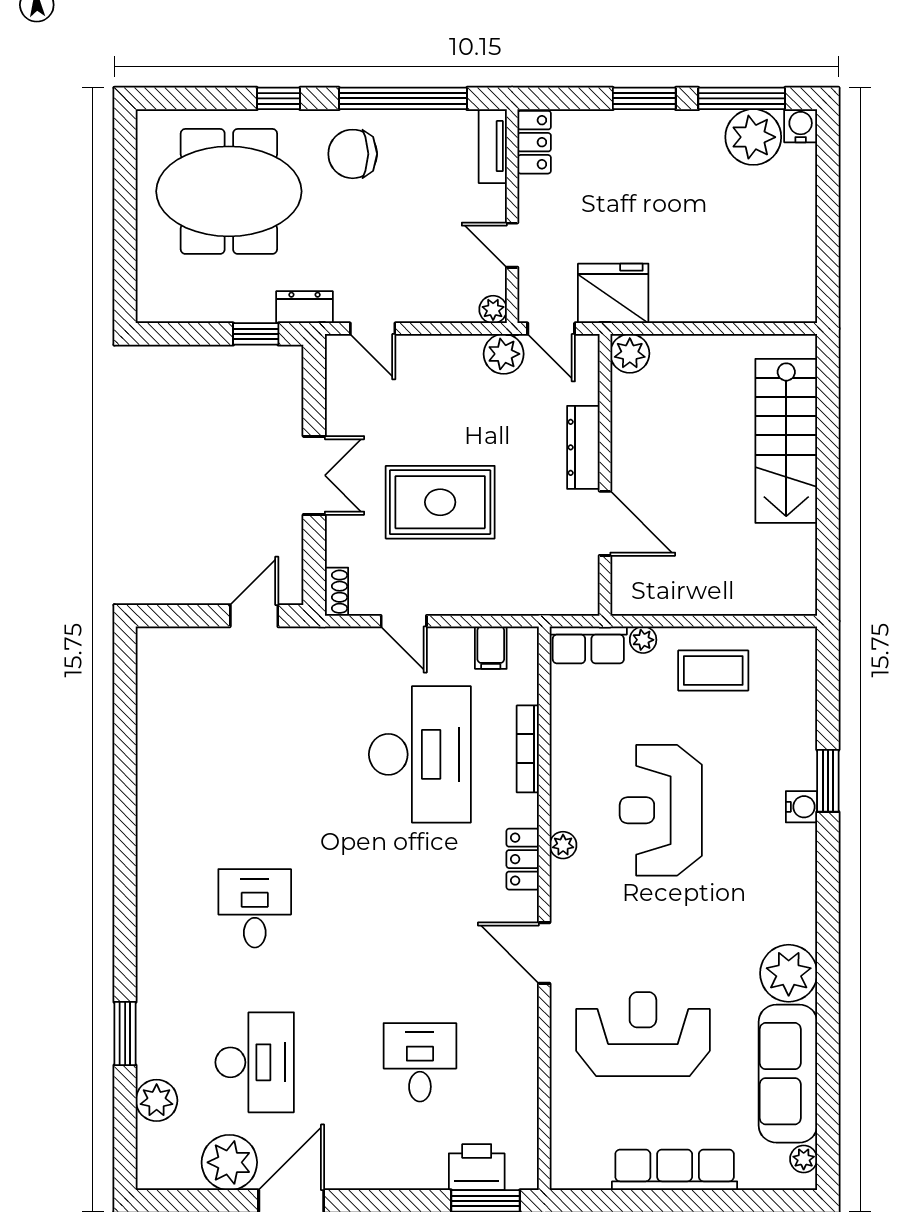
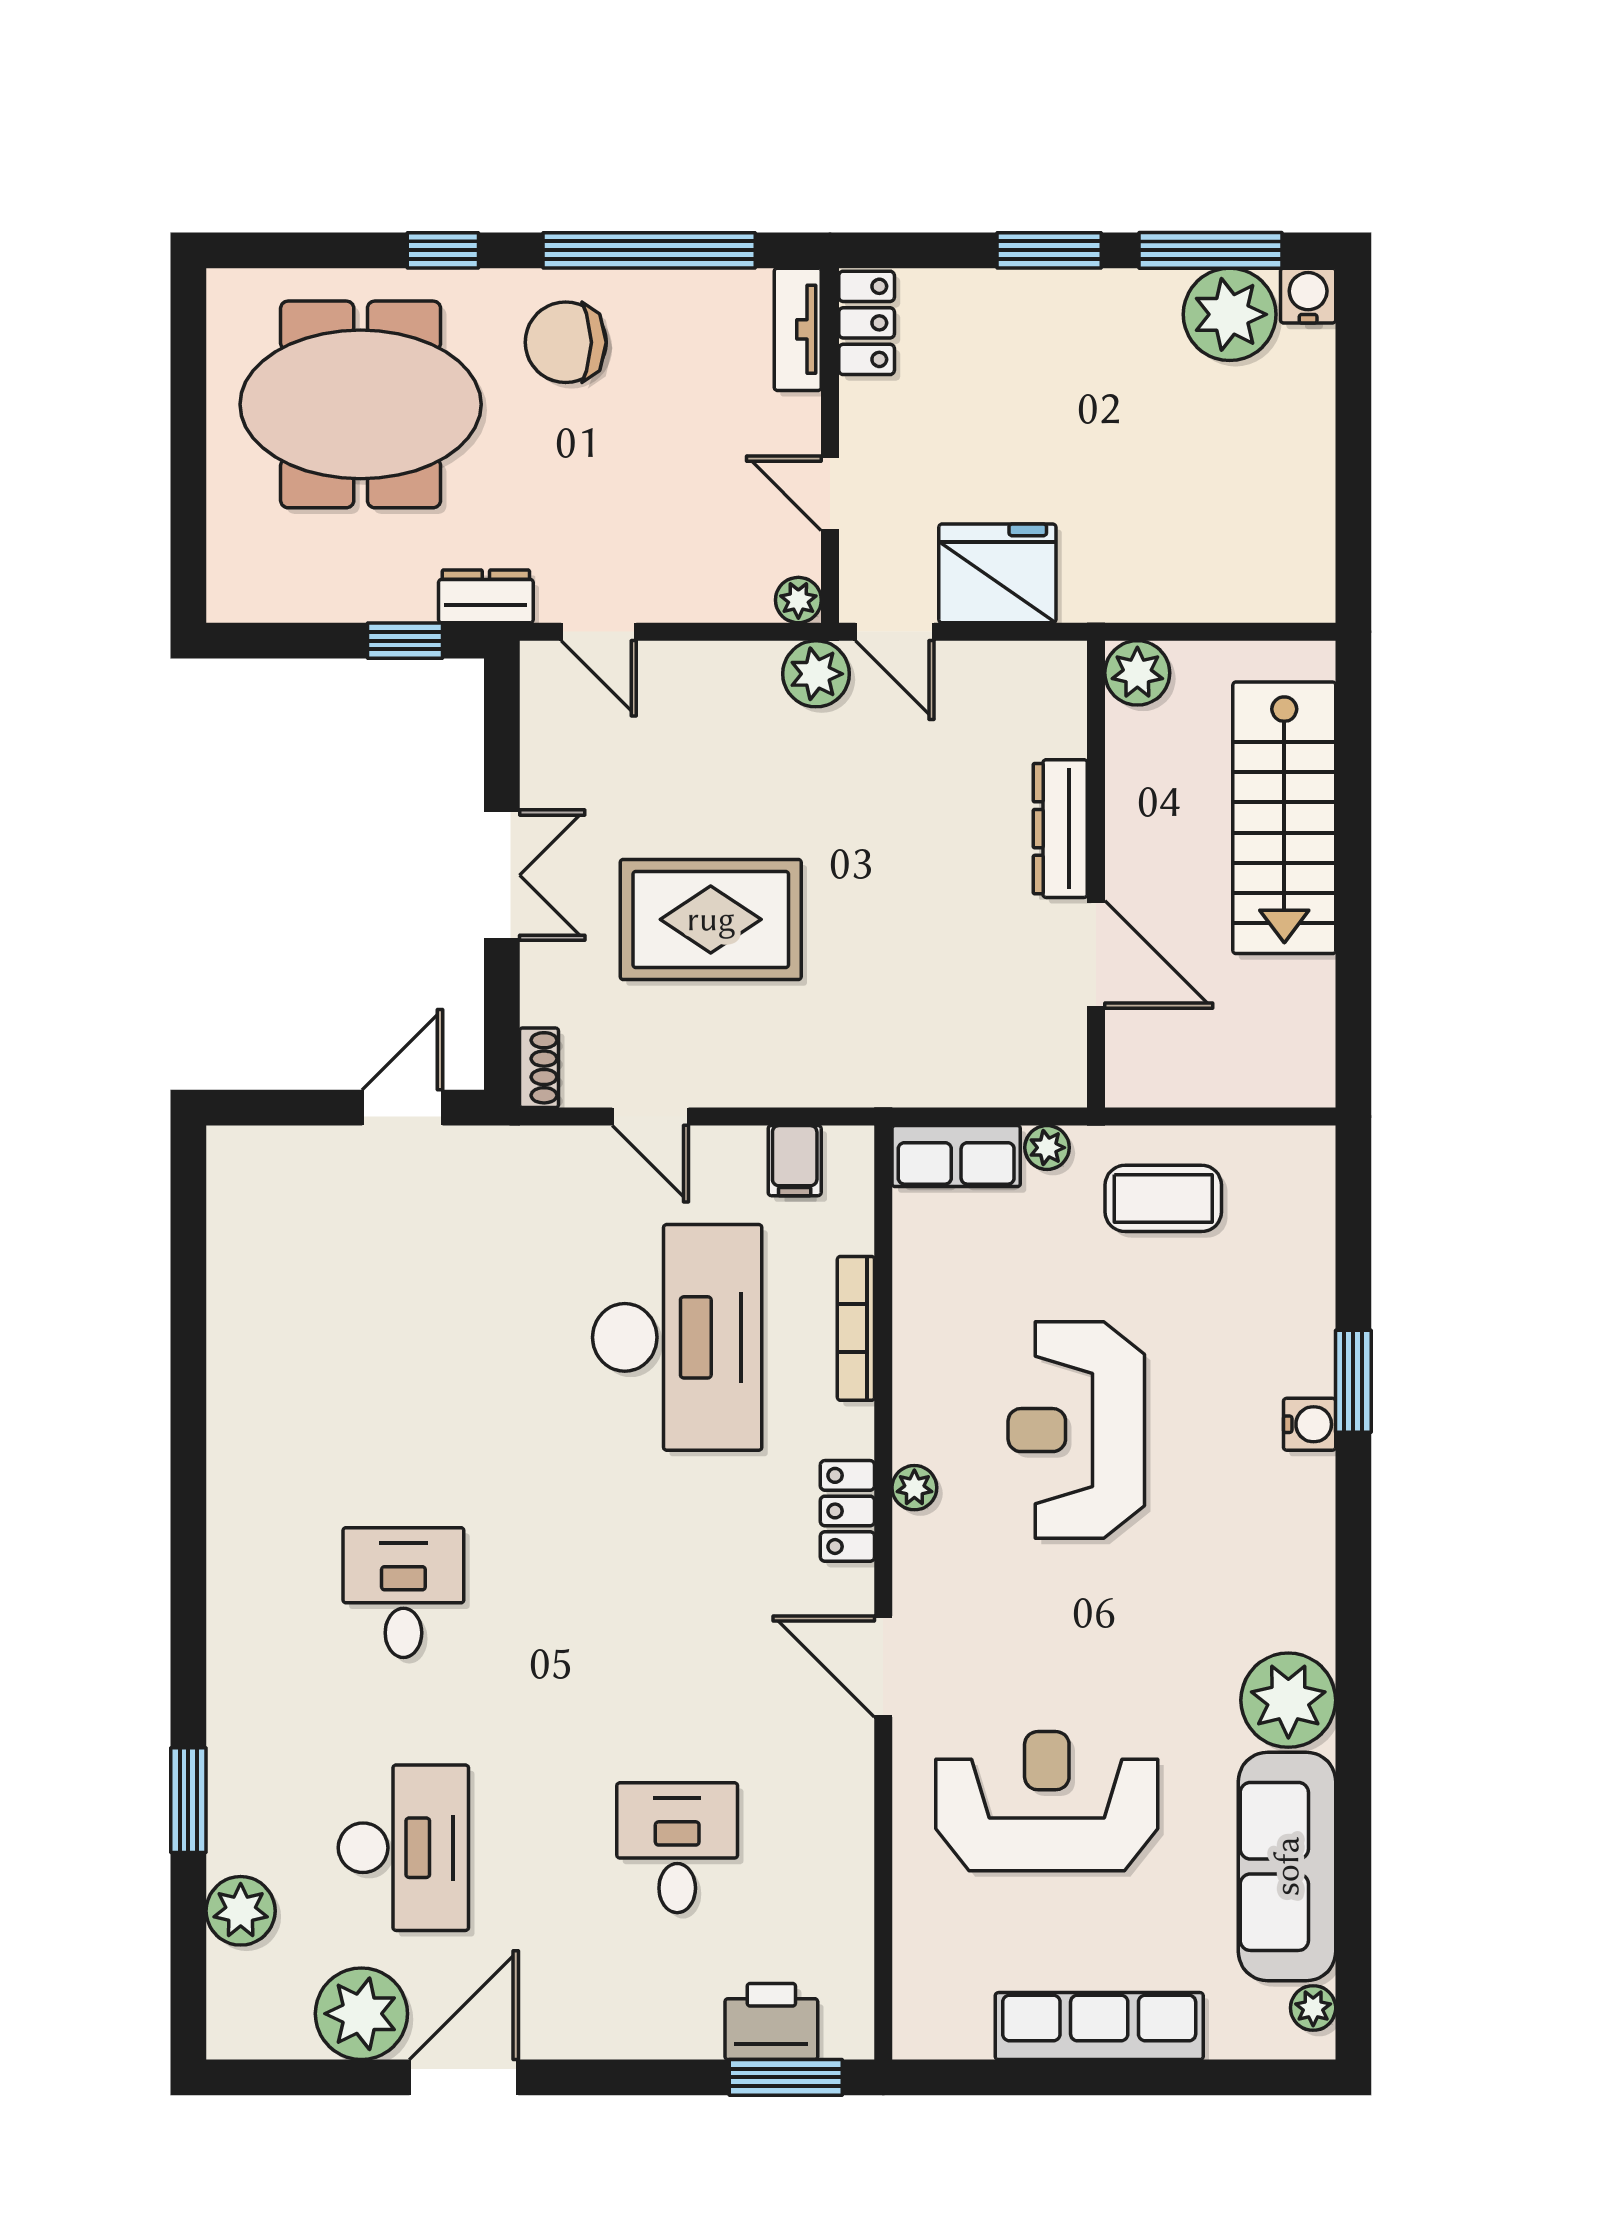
plant: (630, 353) -> (1137, 673), moved
dresser: (583, 447) -> (1060, 829), moved
wall: (605, 475) -> (1096, 874), moved
door: (605, 523) -> (1096, 954), moved

